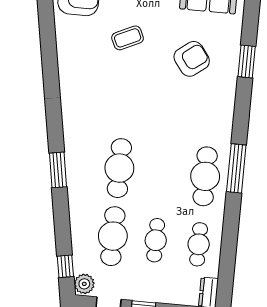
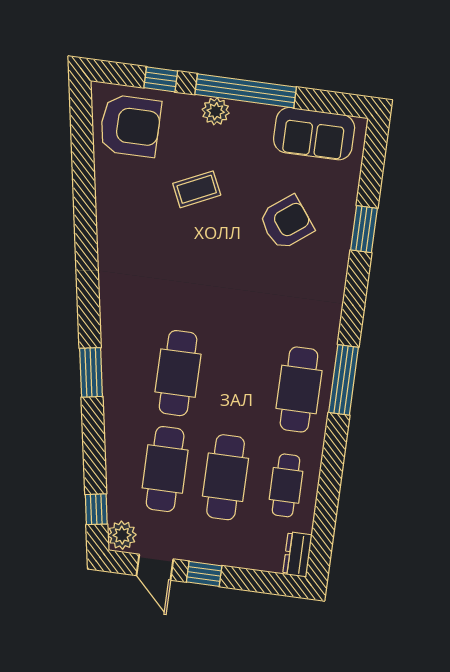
cafe table: (156, 240) -> (226, 477), width x1.37, depth x1.35

